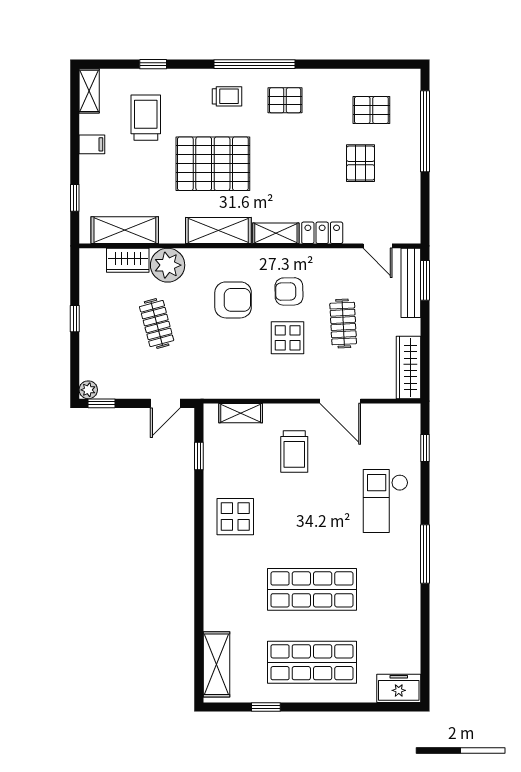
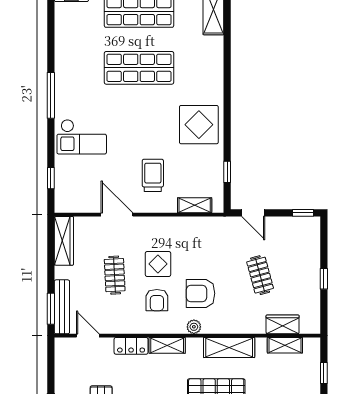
shelving: (125, 230) -> (285, 345), width x0.67, depth x0.75
shelving: (218, 231) -> (229, 348), moved
plant: (168, 265) -> (194, 327), moved, width x0.53, depth x0.53
armchair: (289, 291) -> (157, 300), turned 91
plant: (88, 390) -> (313, 223), removed
door: (165, 403) -> (253, 213), swing flipped
checkout: (386, 501) -> (82, 137), turned 90
display table: (235, 517) -> (199, 125), width x1.36, depth x1.36

